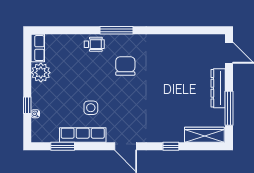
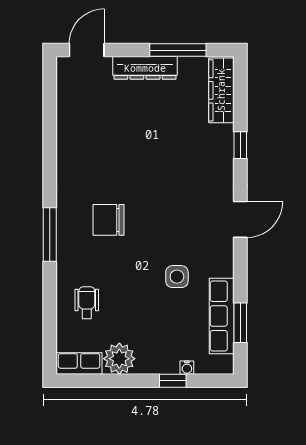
wheelchair: (94, 44) -> (87, 303), moved
row of seats: (83, 135) -> (222, 316), moved

